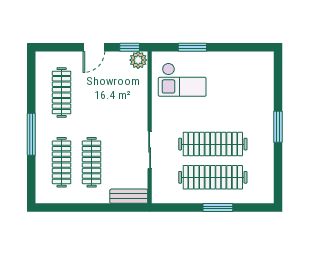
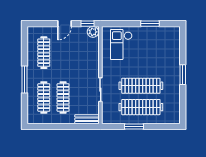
window: (192, 47) -> (150, 24), moved
checkout: (182, 80) -> (121, 44), turned 90
window: (218, 208) -> (134, 127), moved

